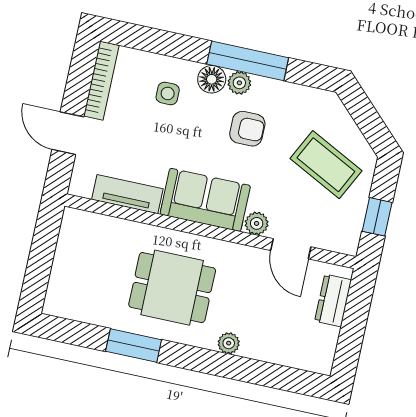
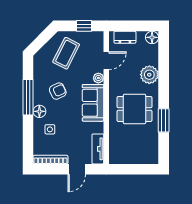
plant: (239, 83) -> (38, 99), removed
armchair: (247, 129) -> (58, 91), turned 65
tv unit: (127, 194) -> (98, 149), moved
dining table: (172, 288) -> (134, 109), turned 90
plant: (229, 343) -> (149, 75), width x1.88, depth x1.88
floor lamp: (320, 359) -> (152, 37), added

